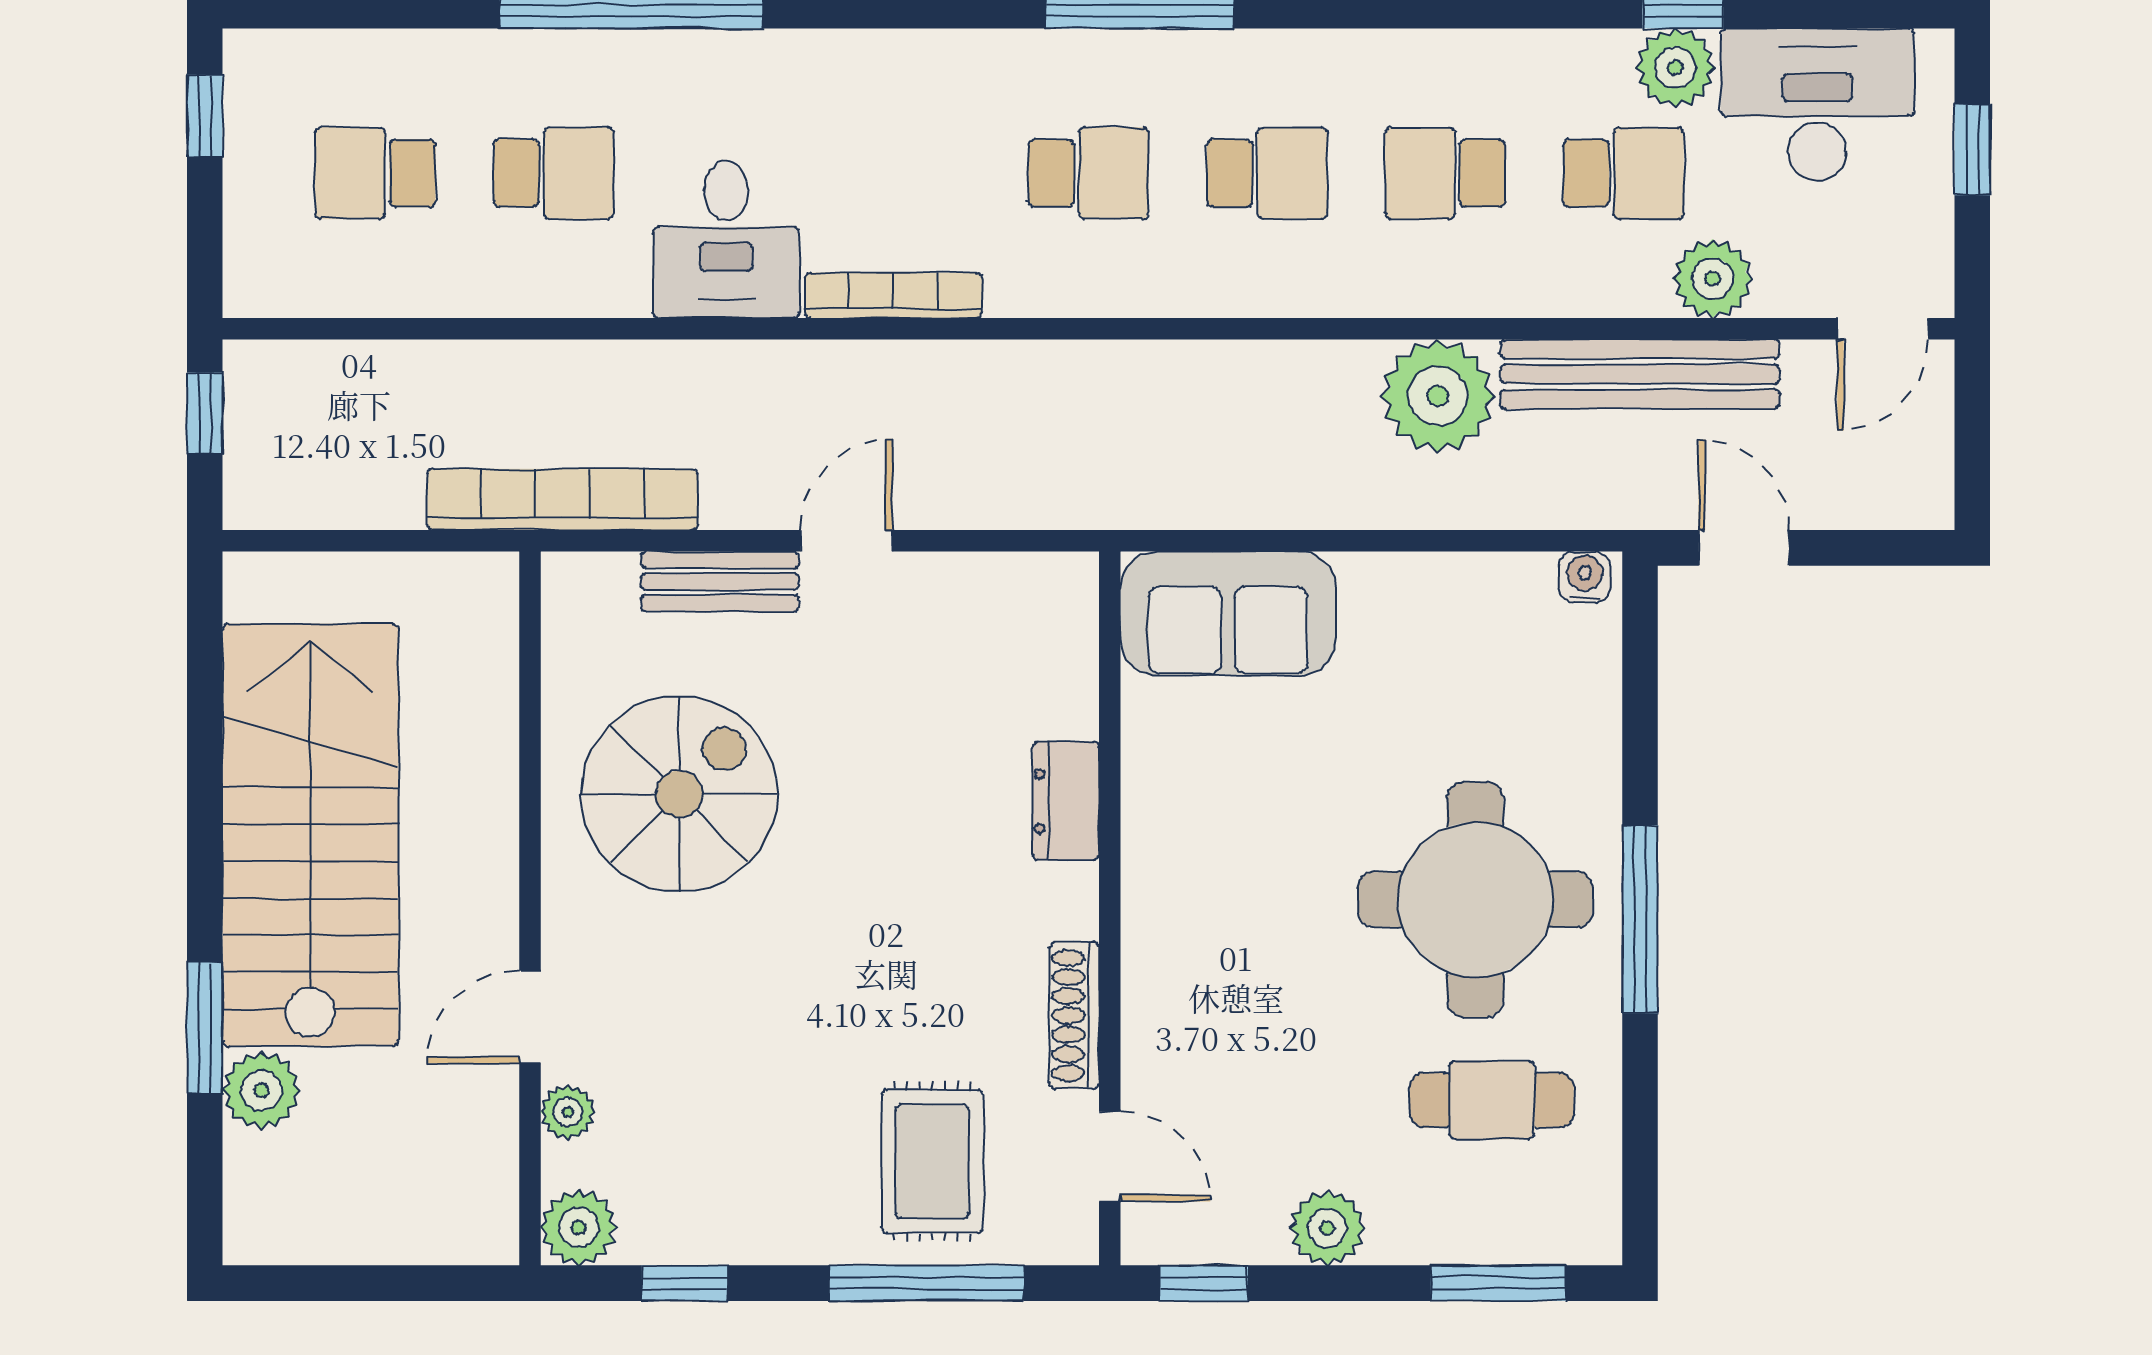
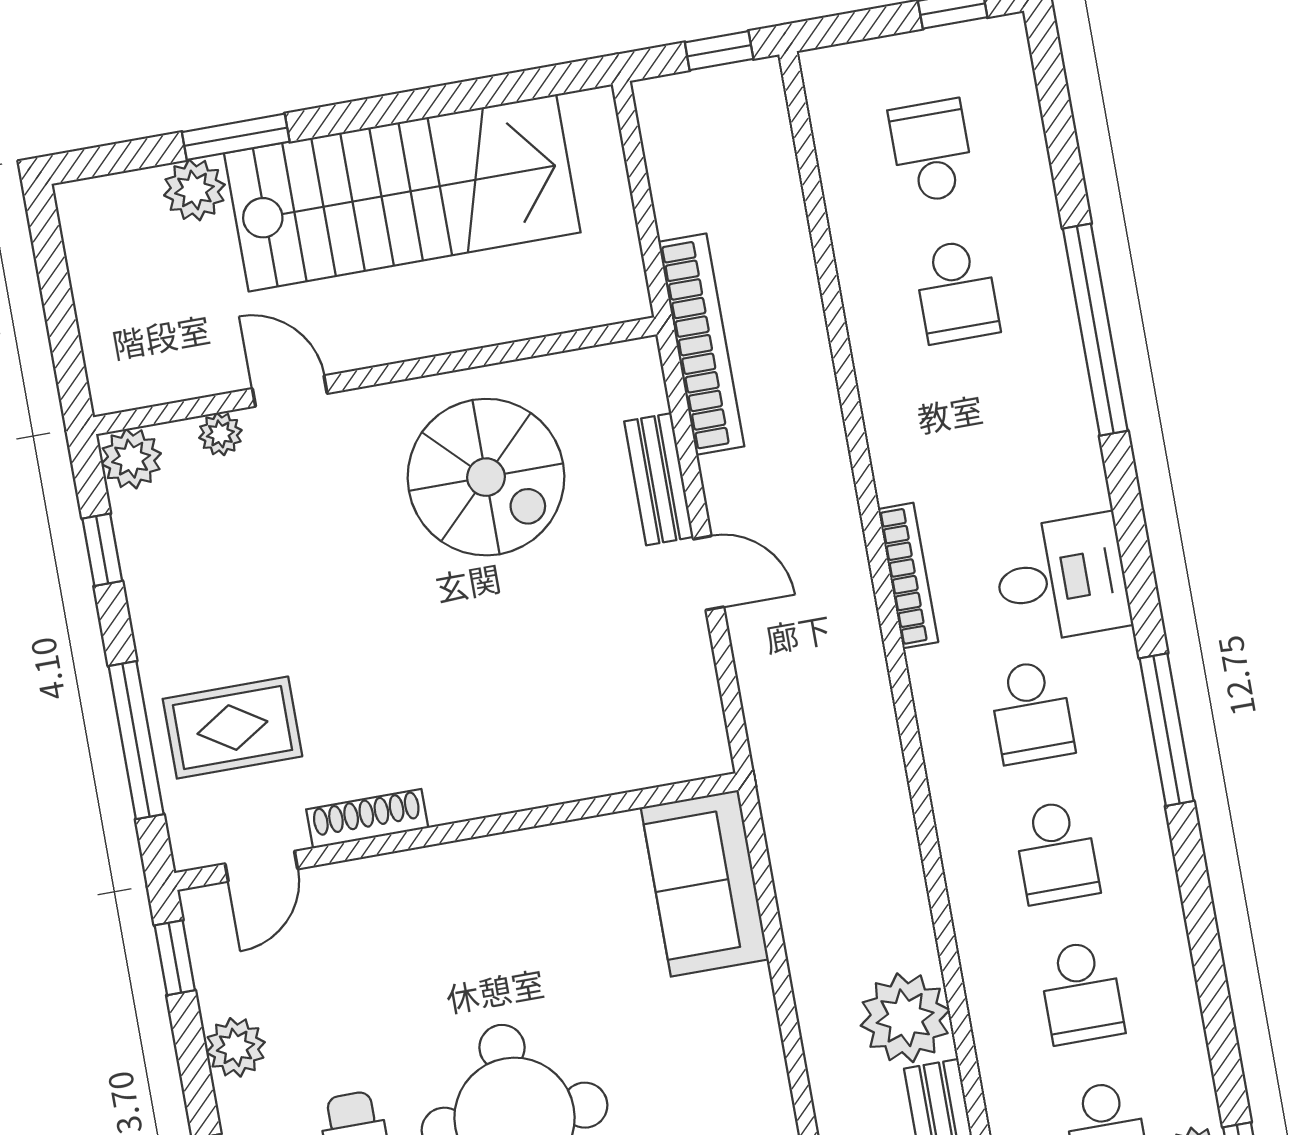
school desk: (1445, 173) -> (1081, 992), turned 180
desk: (726, 239) -> (1062, 579), moved, turned 180
dresser: (1066, 801) -> (535, 782), removed

